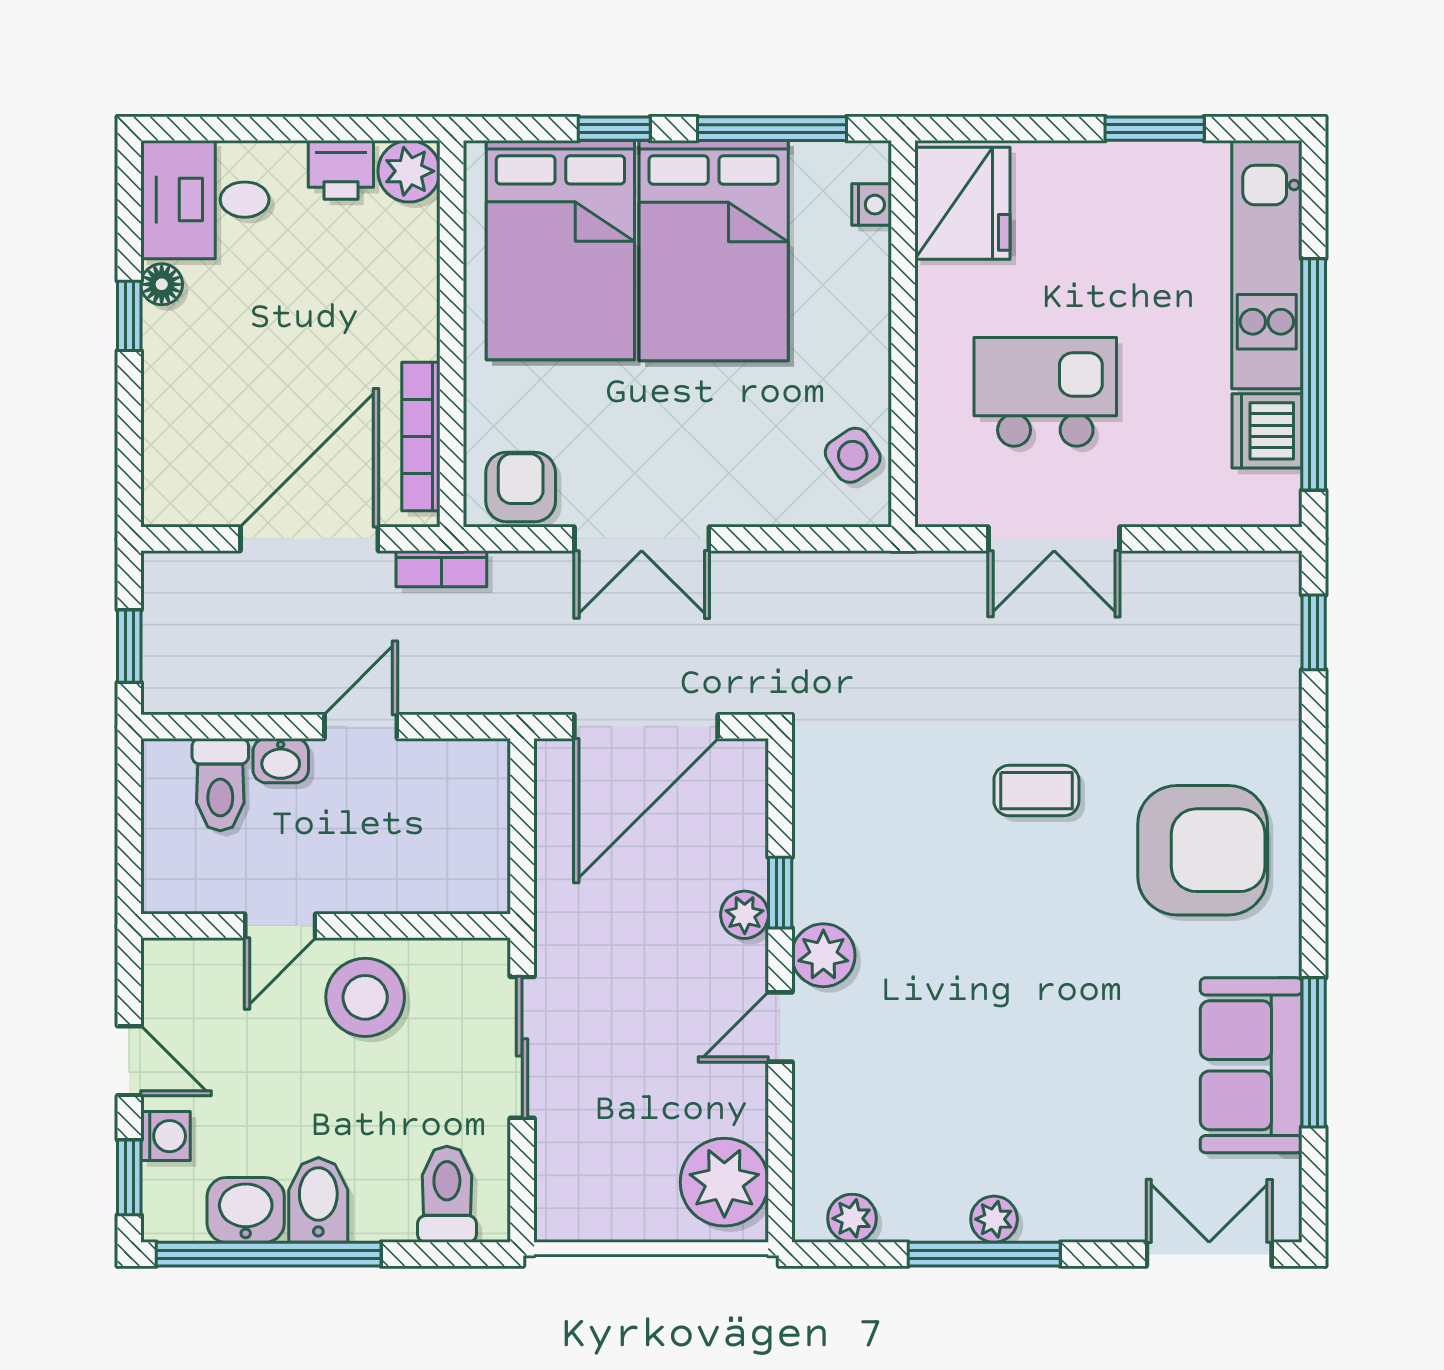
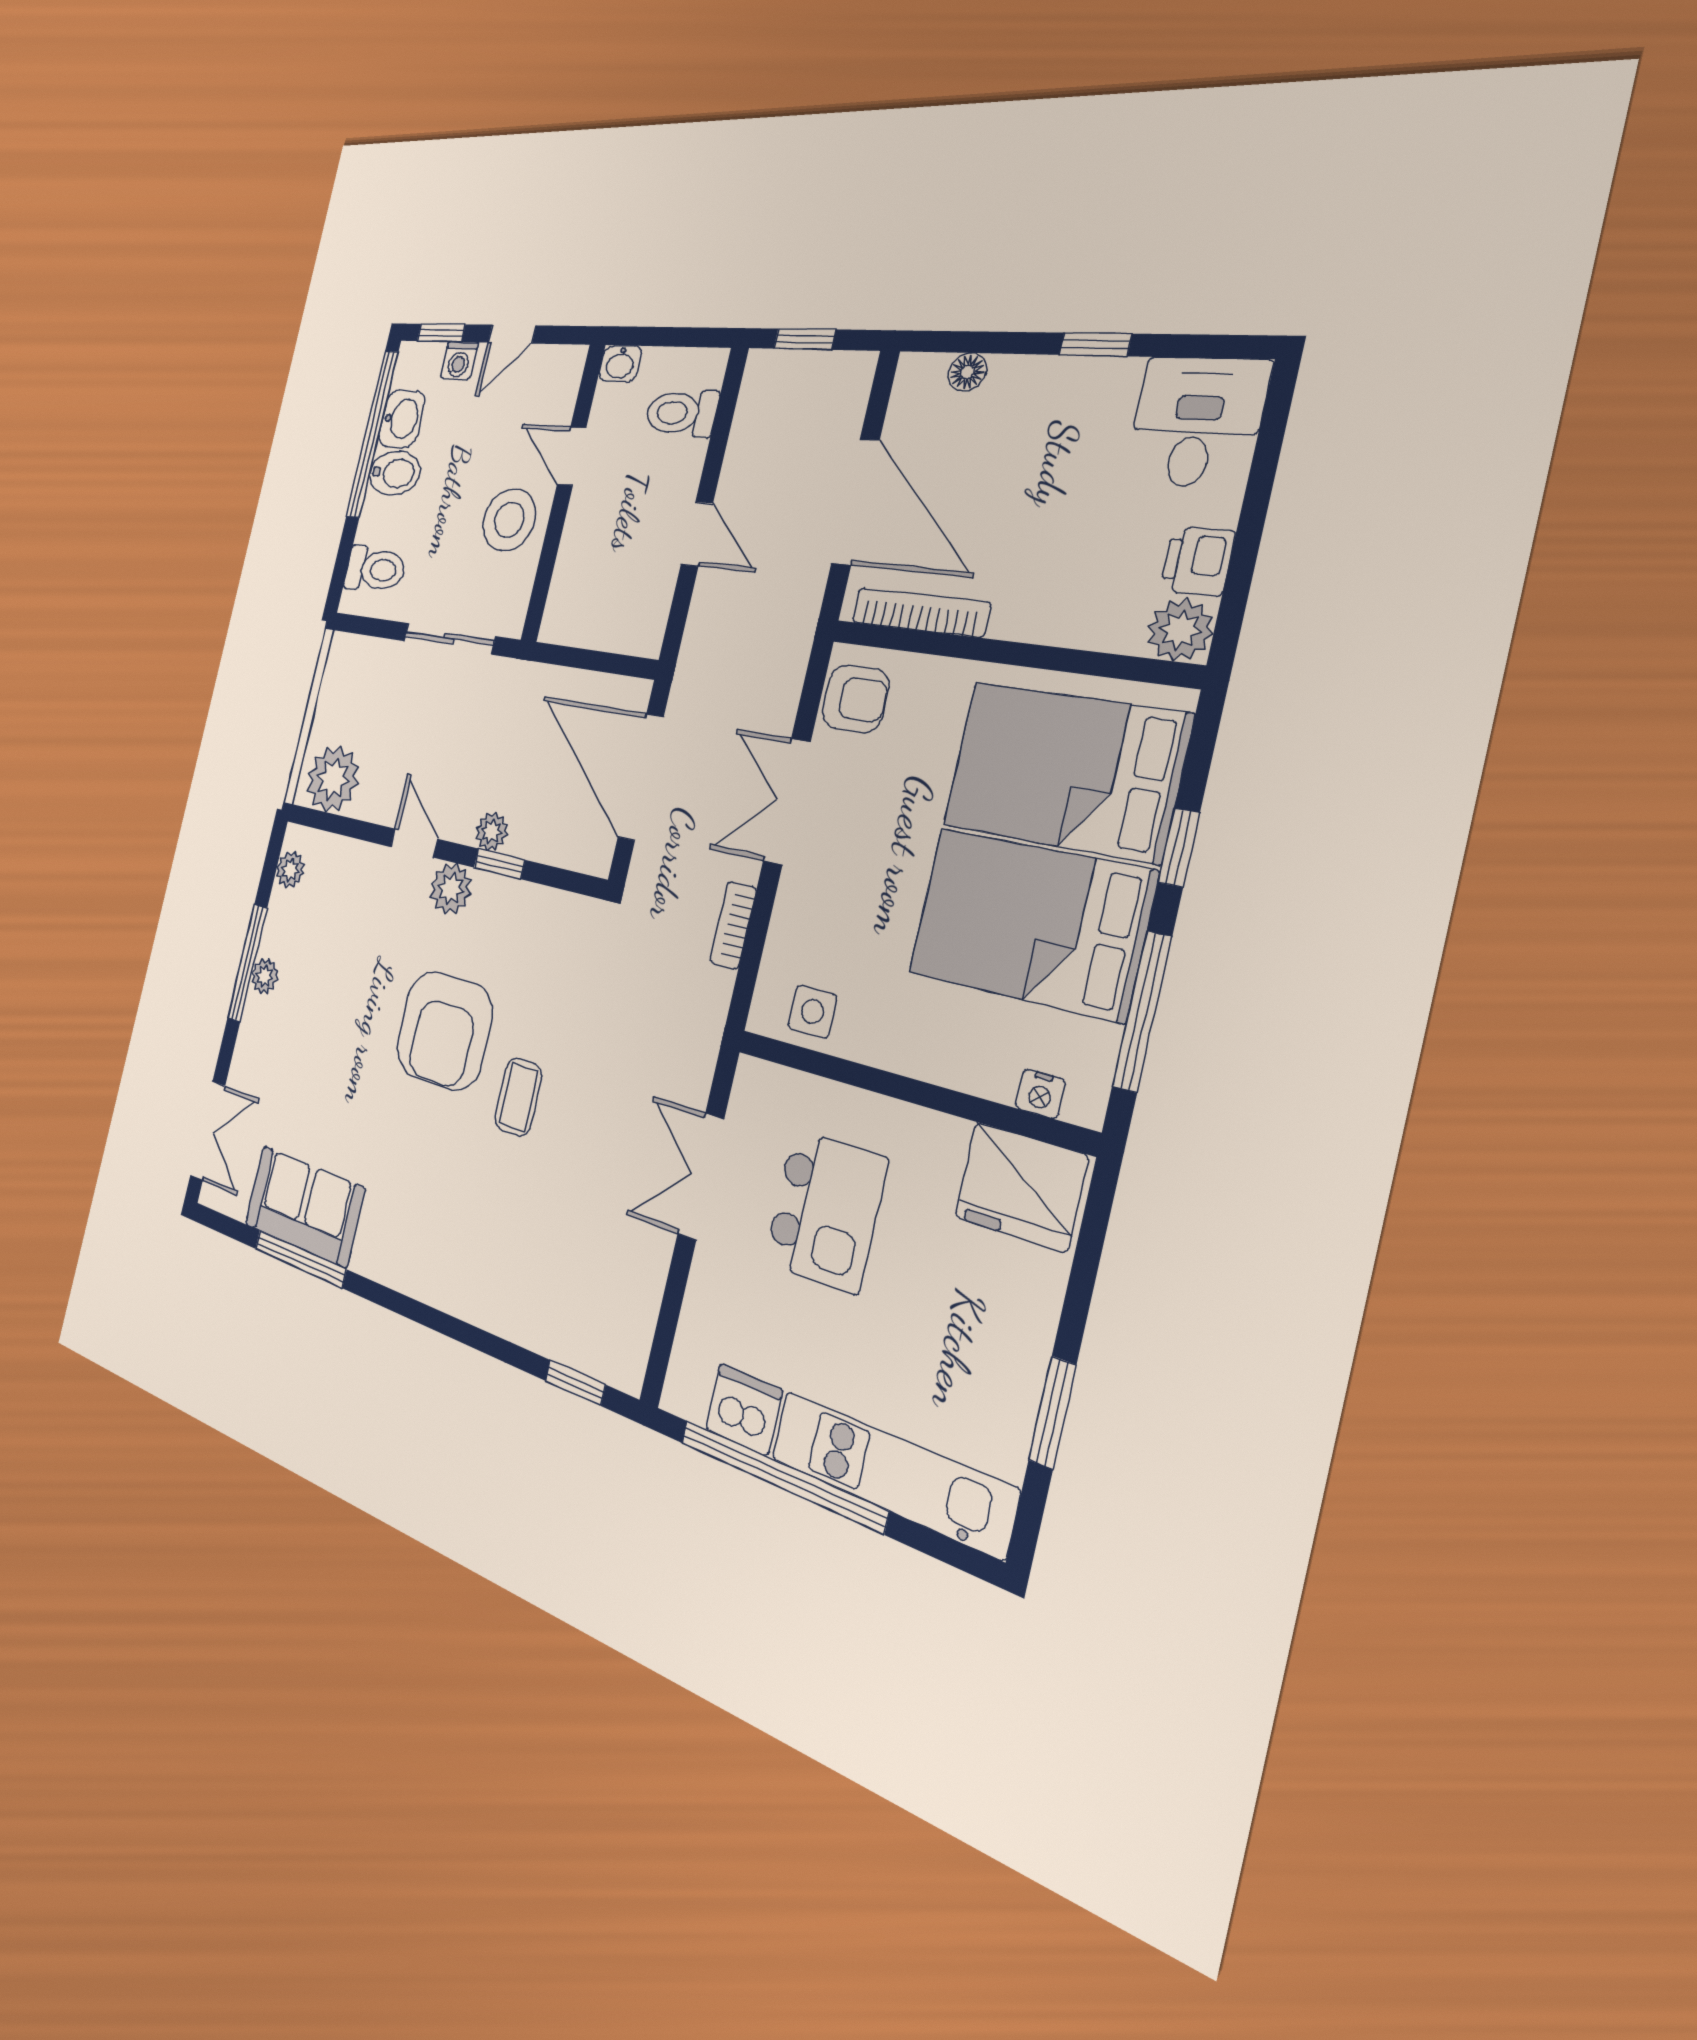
floor lamp: (162, 284) -> (967, 372), moved
side table: (853, 455) -> (812, 1012), turned 34
bookcase: (441, 569) -> (733, 925), moved
washbasin: (281, 761) -> (620, 364), moved, turned -90
armchair: (1203, 850) -> (444, 1030), moved

